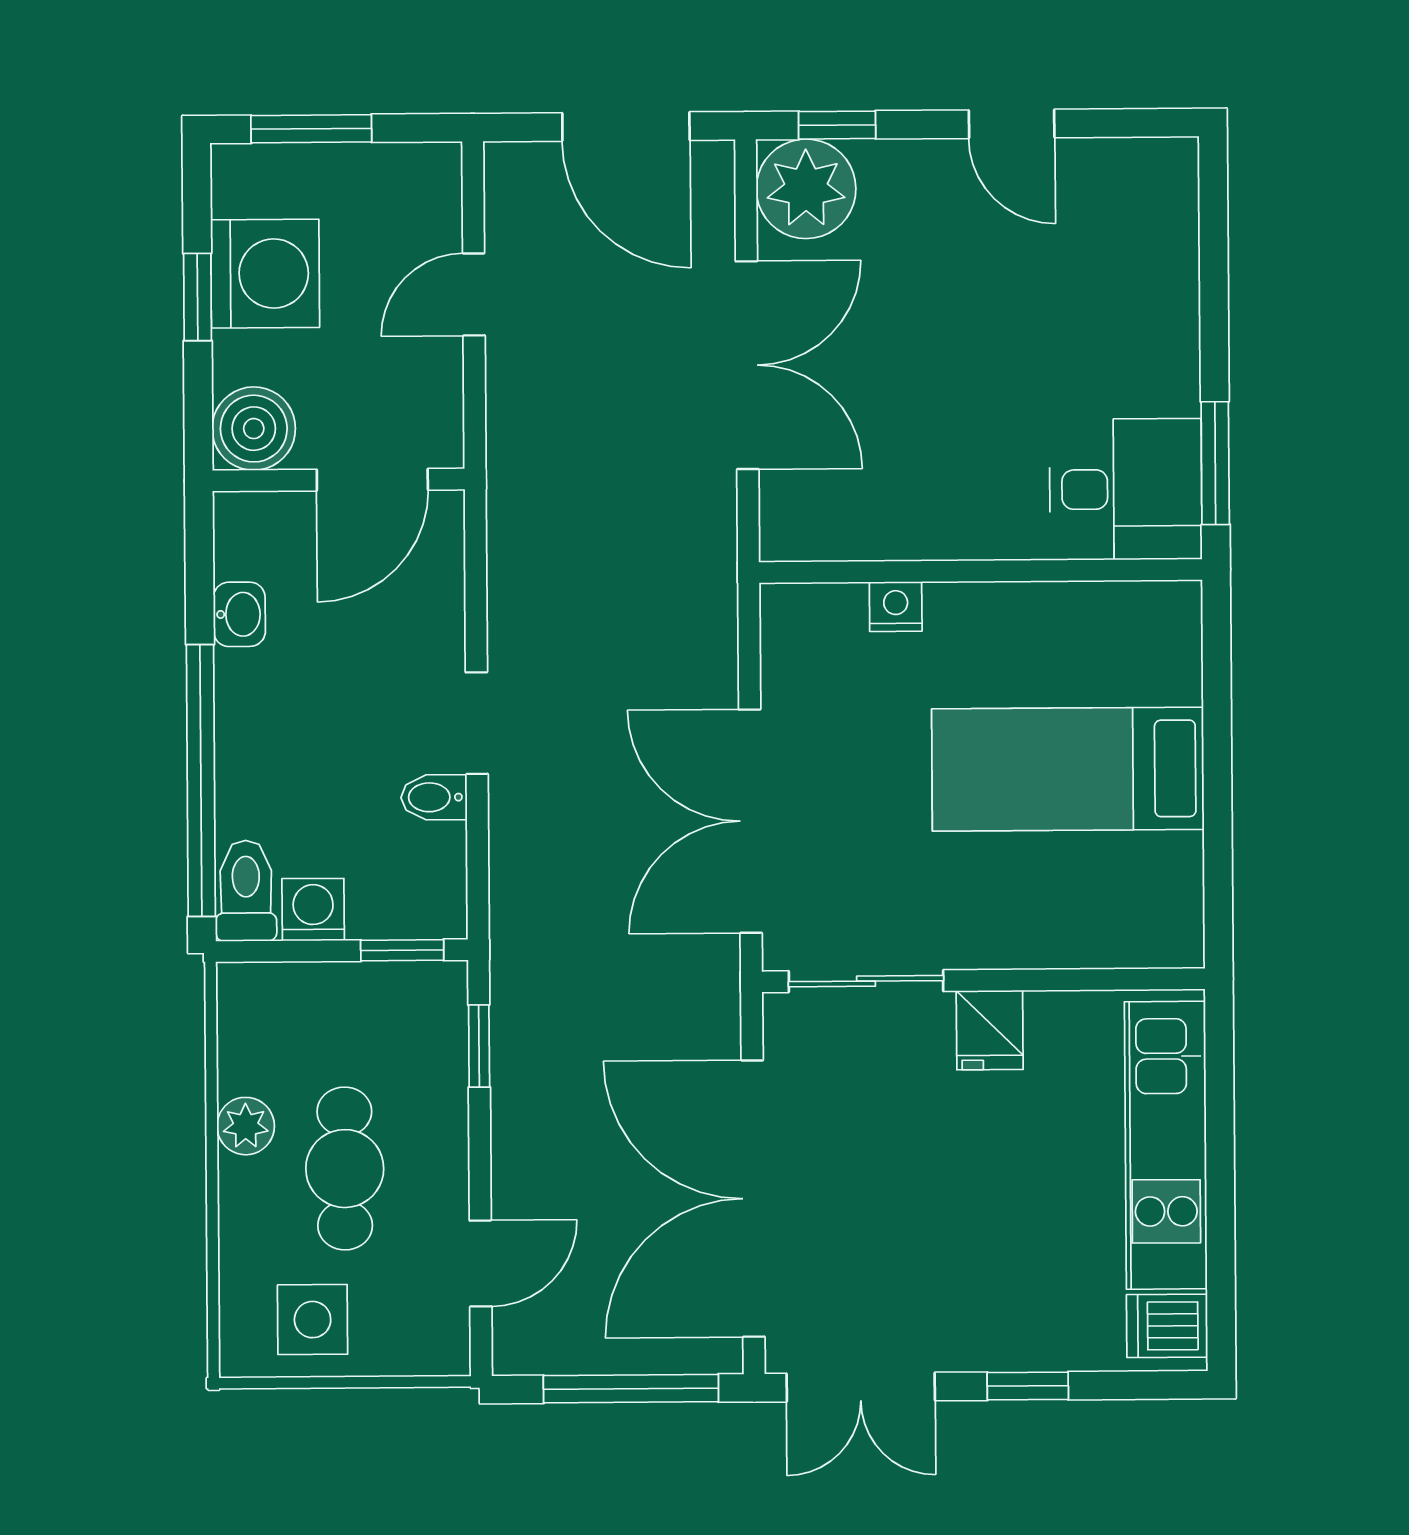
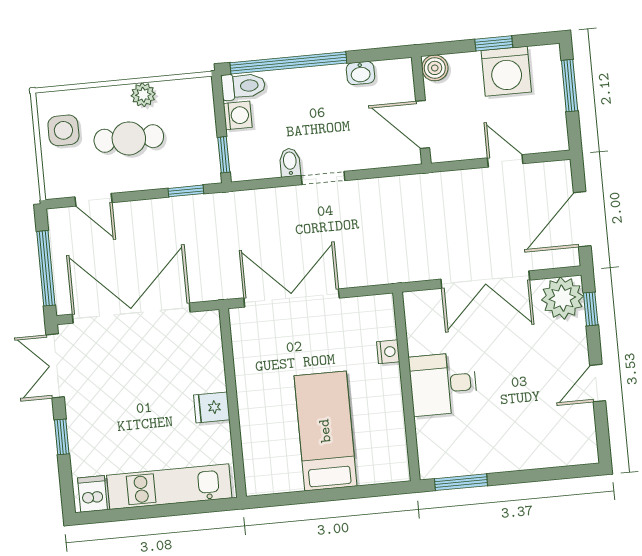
boiler: (254, 429) -> (435, 68), width x0.73, depth x0.73
desk: (1126, 489) -> (443, 384), moved, turned 90
sliding door: (866, 981) -> (228, 353), removed

